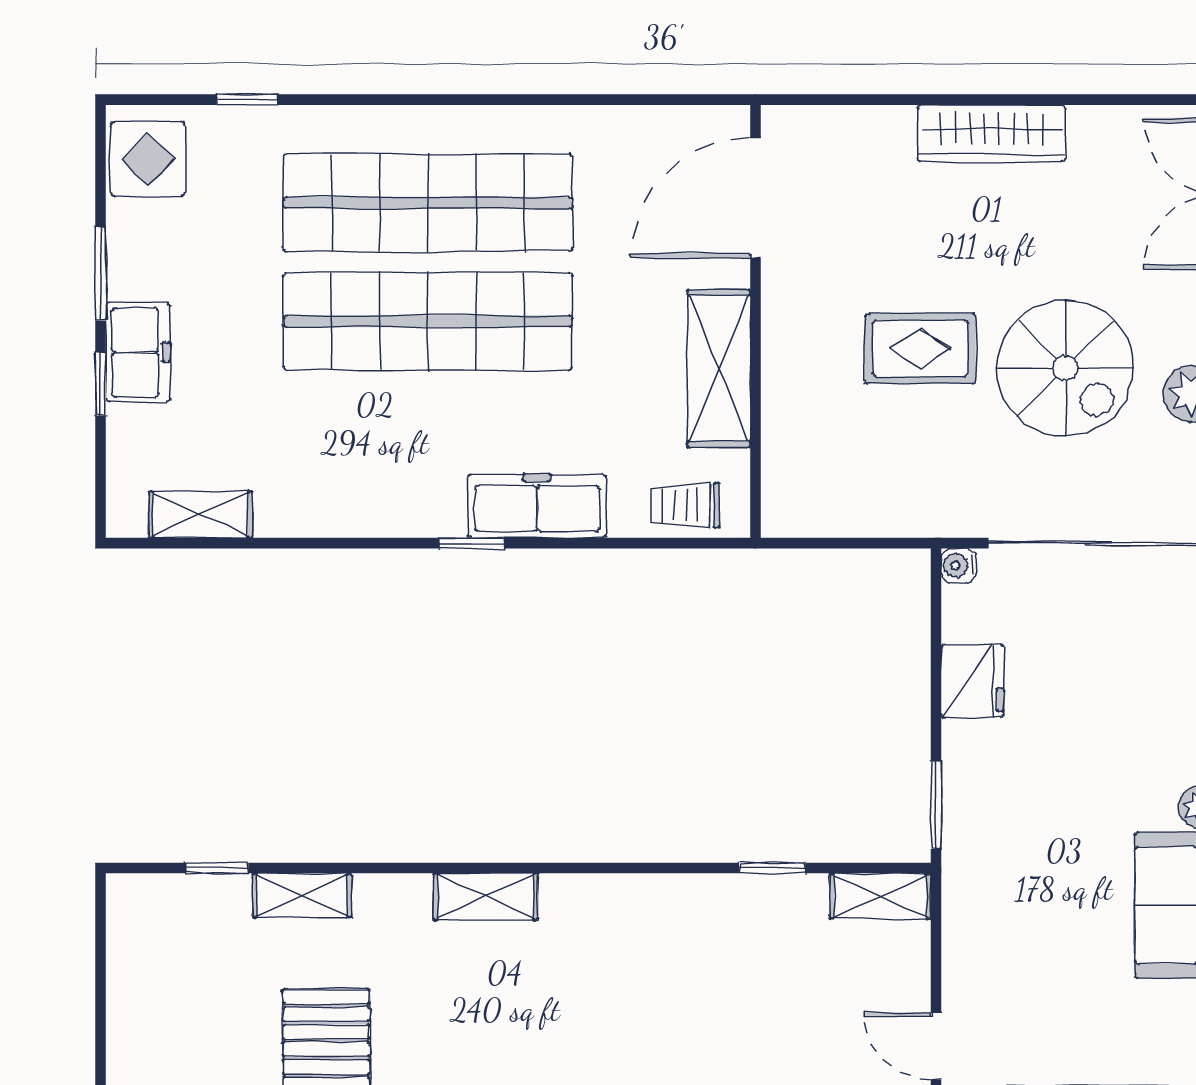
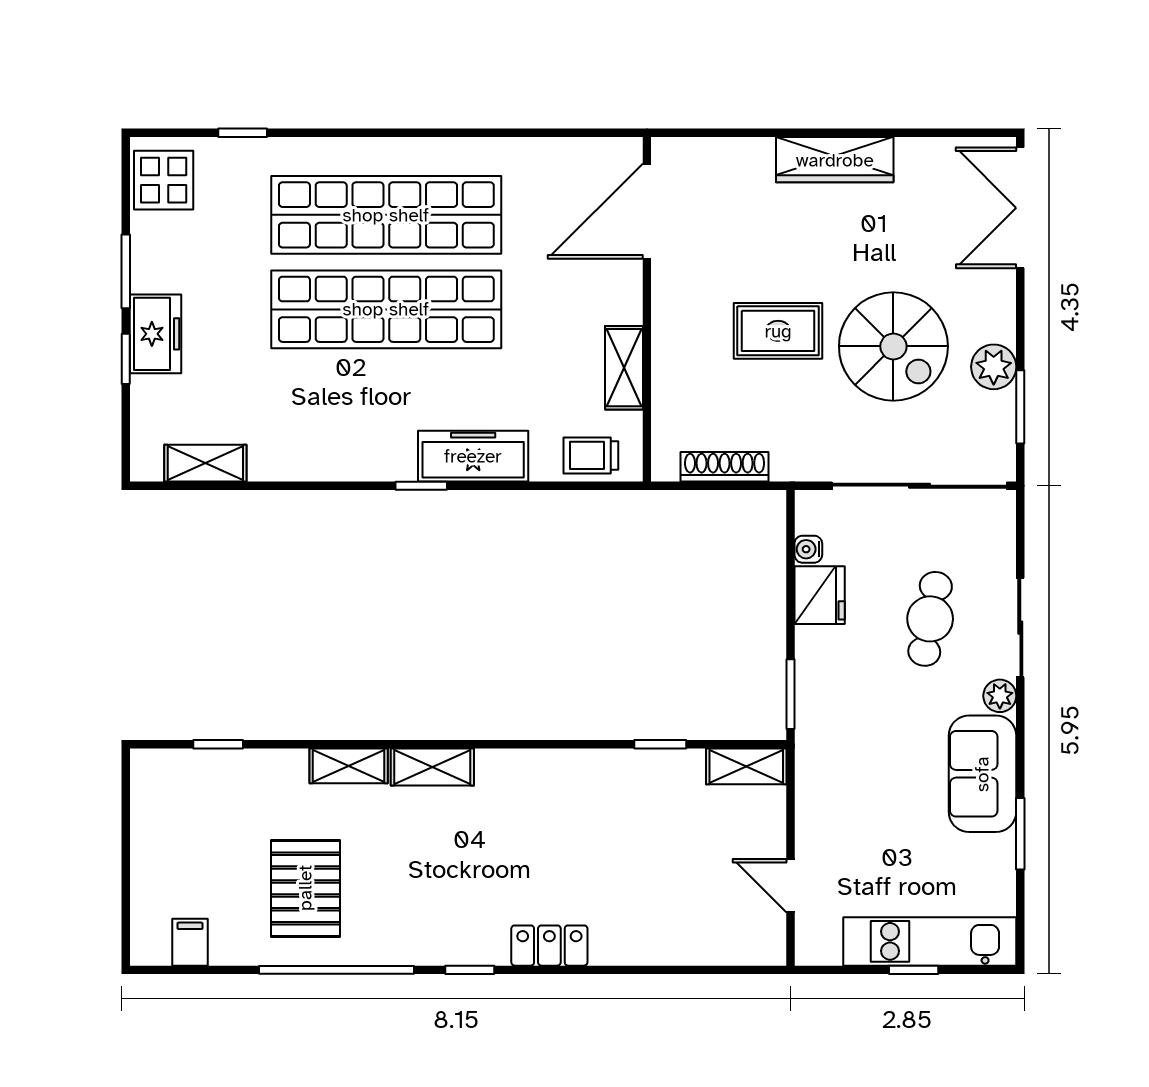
shelving: (719, 368) -> (624, 368), width x0.67, depth x0.75
shoe rack: (853, 519) -> (725, 467), added
water cooler: (958, 566) -> (808, 549), moved
cafe table: (1111, 711) -> (930, 619), added
shelving: (302, 895) -> (349, 766), moved

